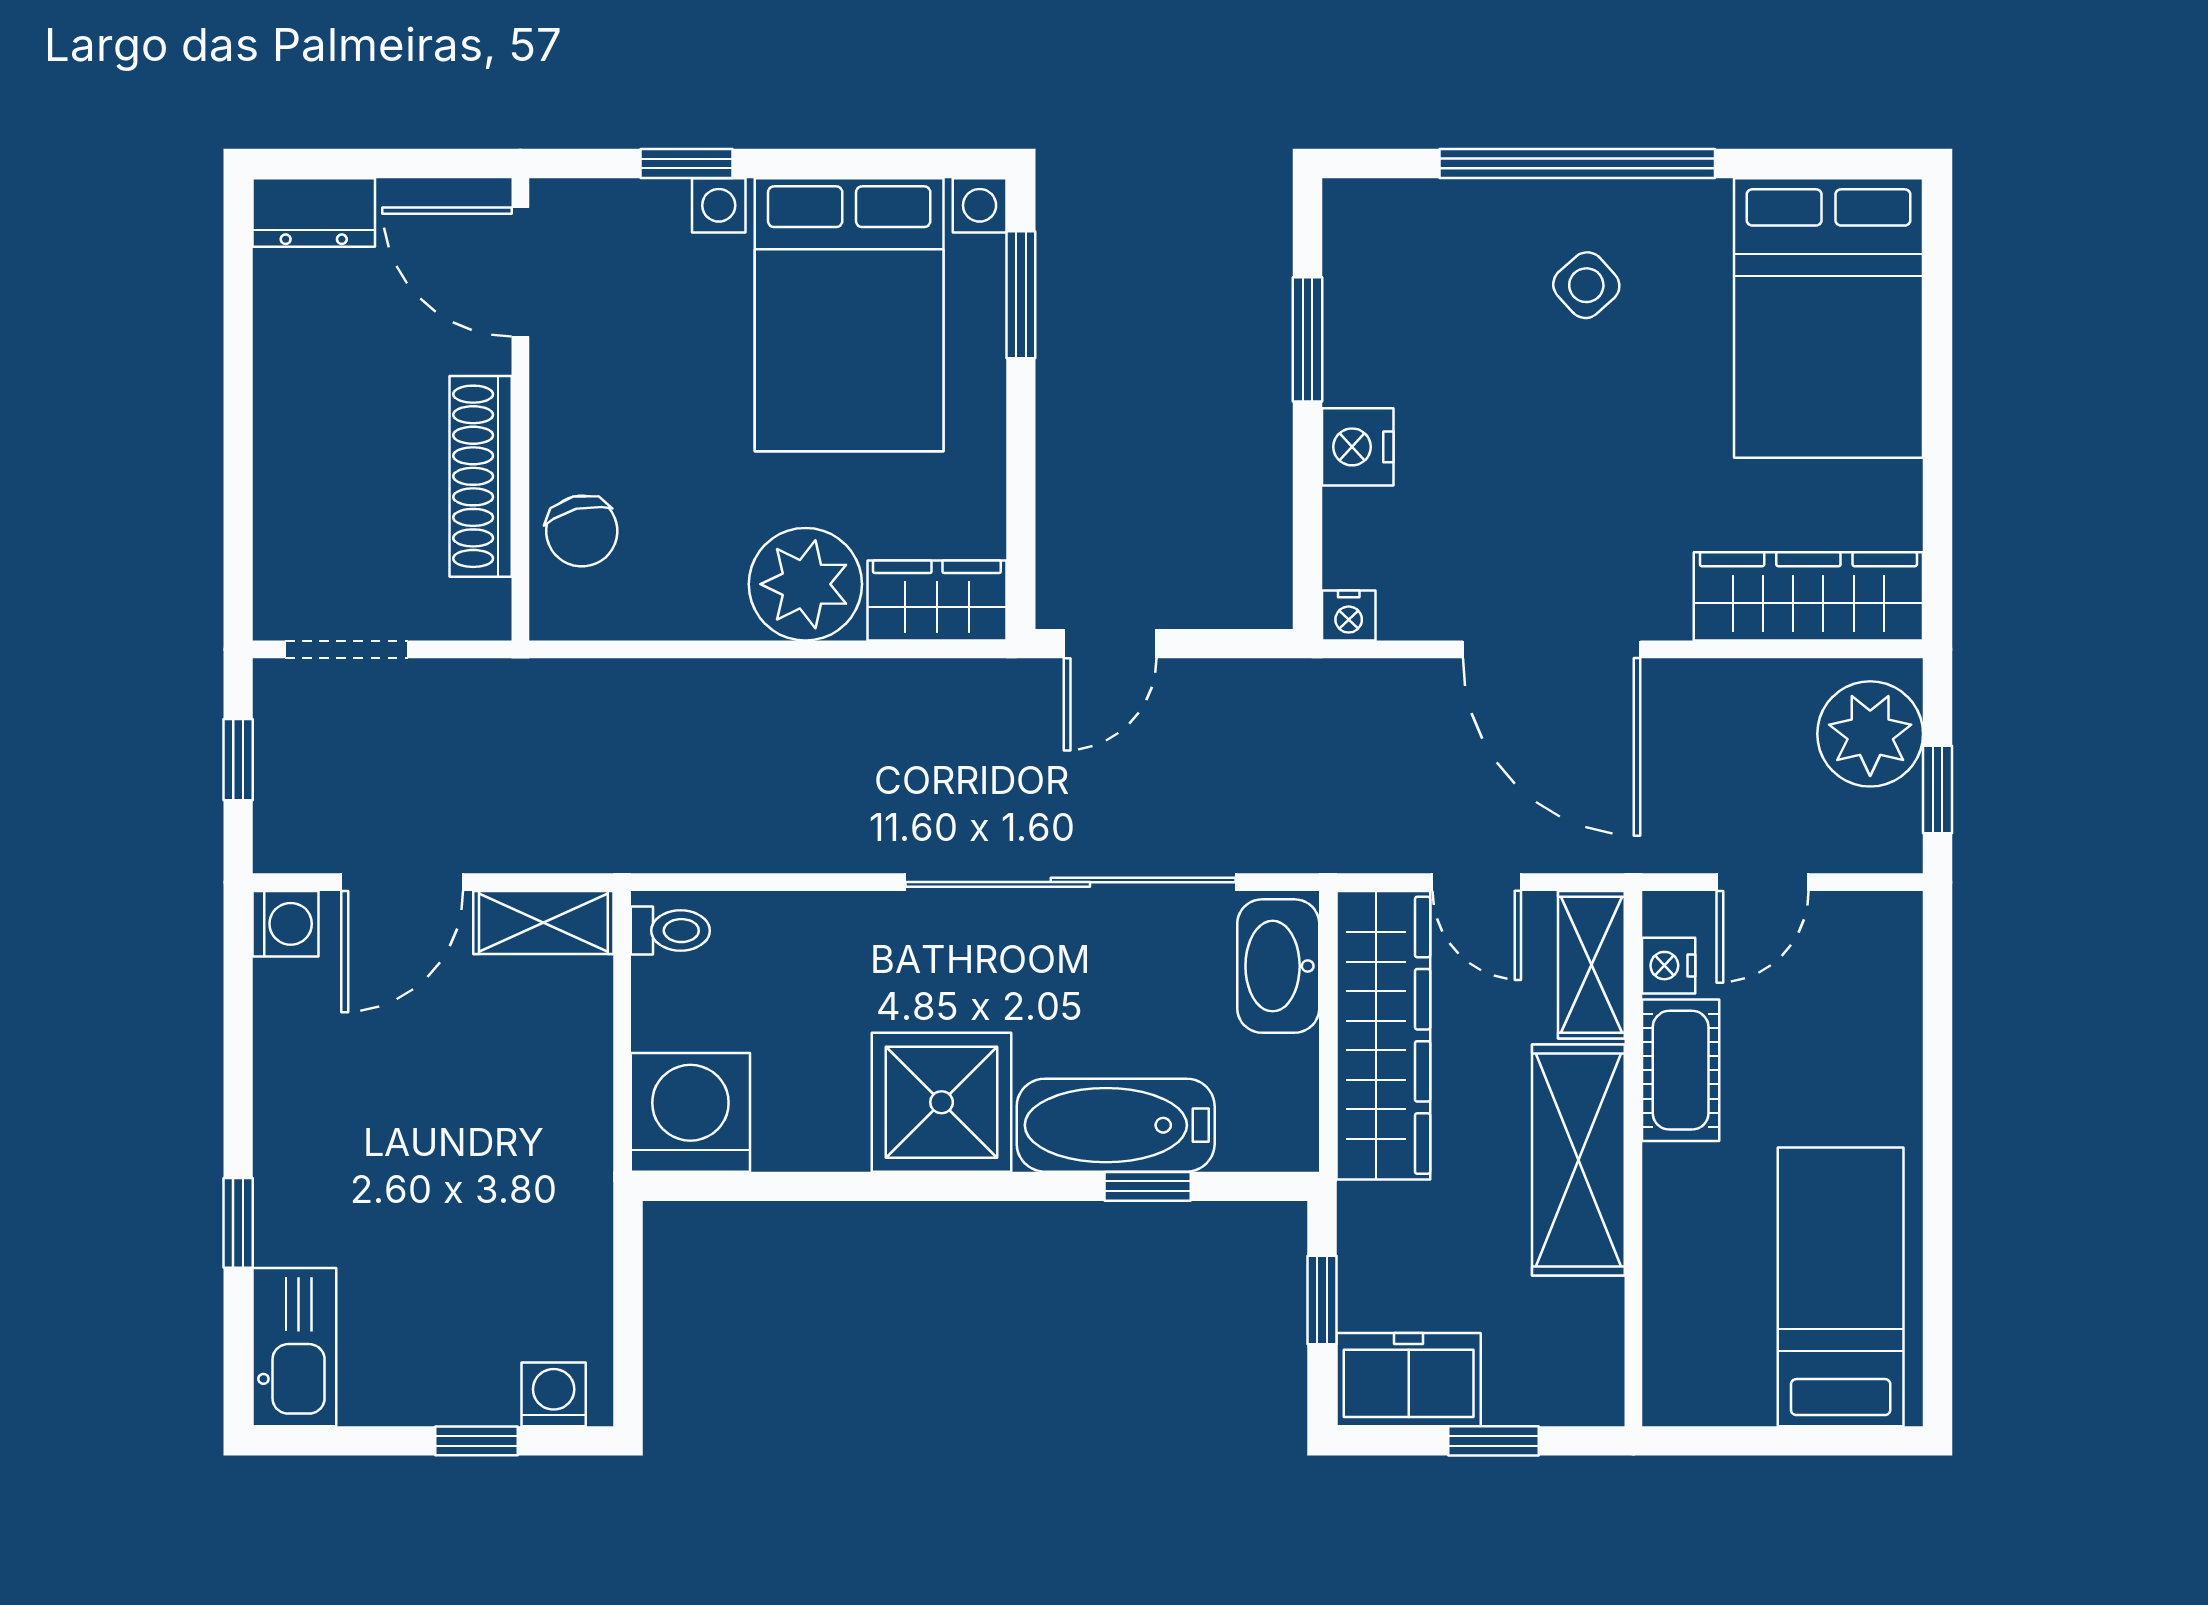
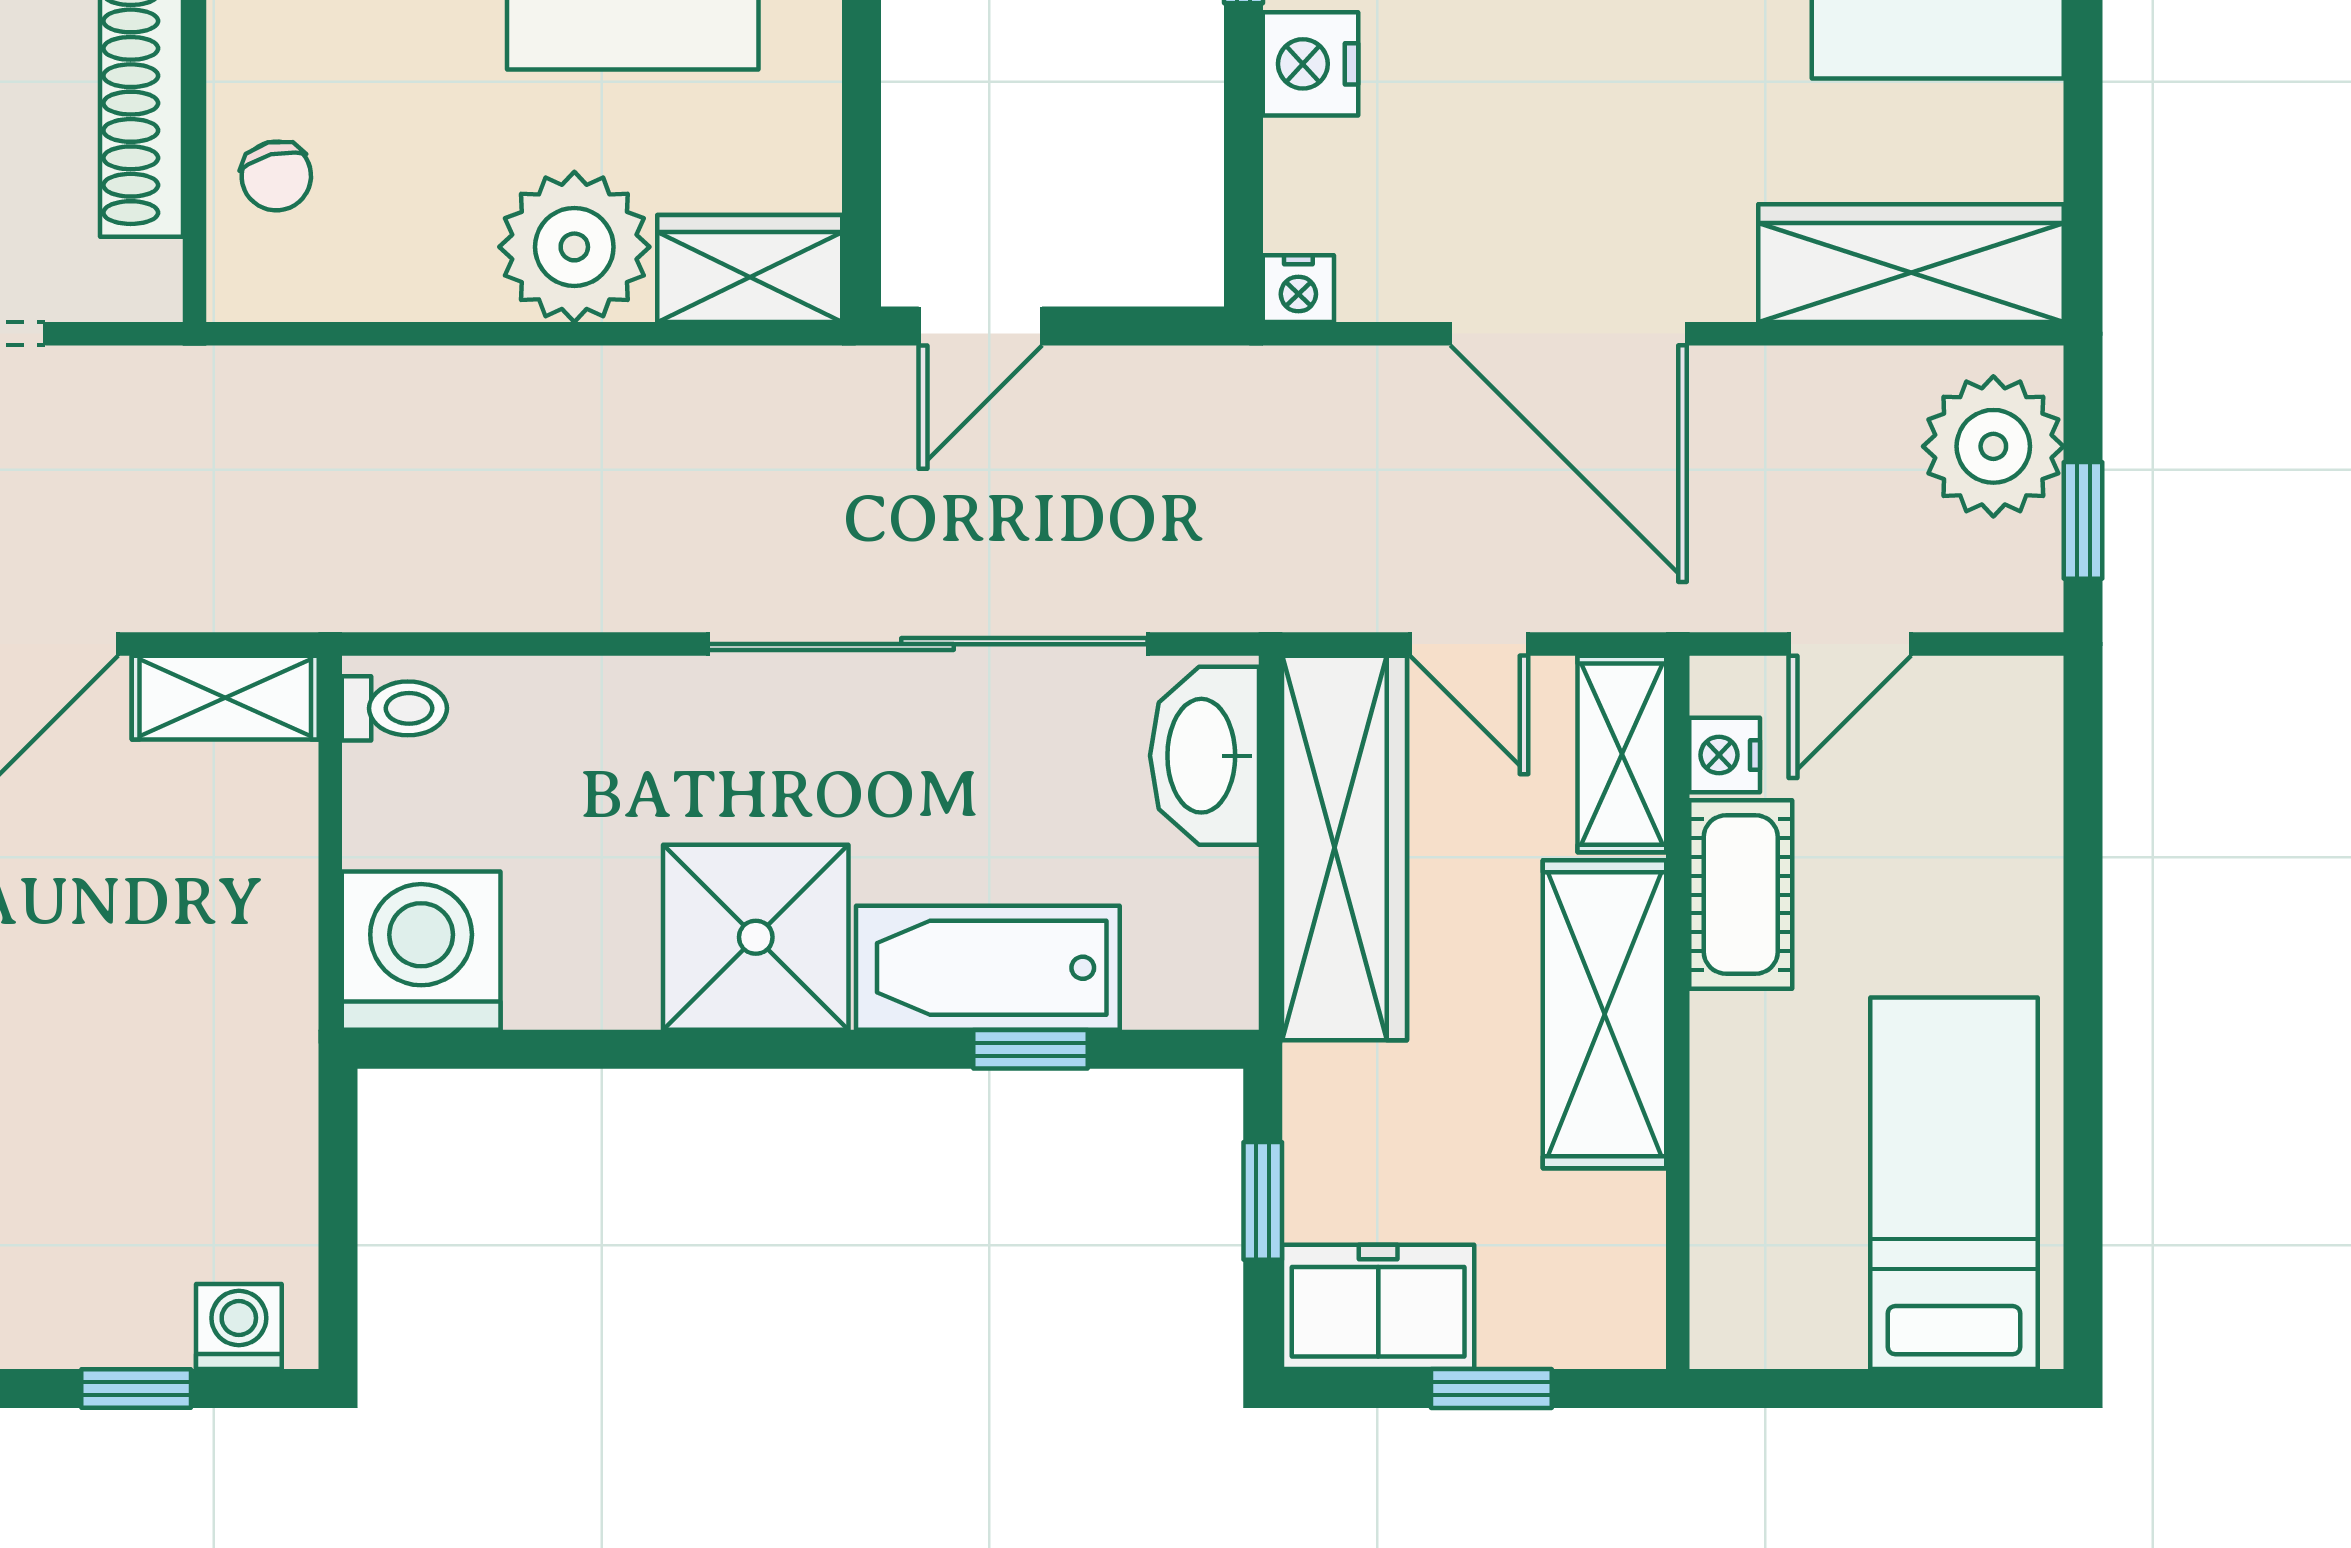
chair: (582, 531) -> (276, 176), width x0.73, depth x0.73

